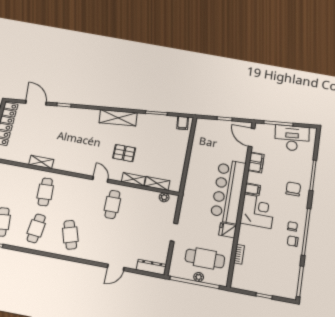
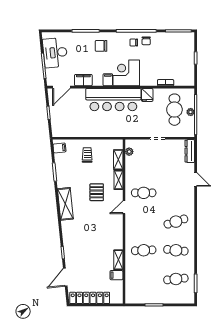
trolley: (169, 151) -> (87, 155), added
filing cabinet: (24, 157) -> (116, 275), added

